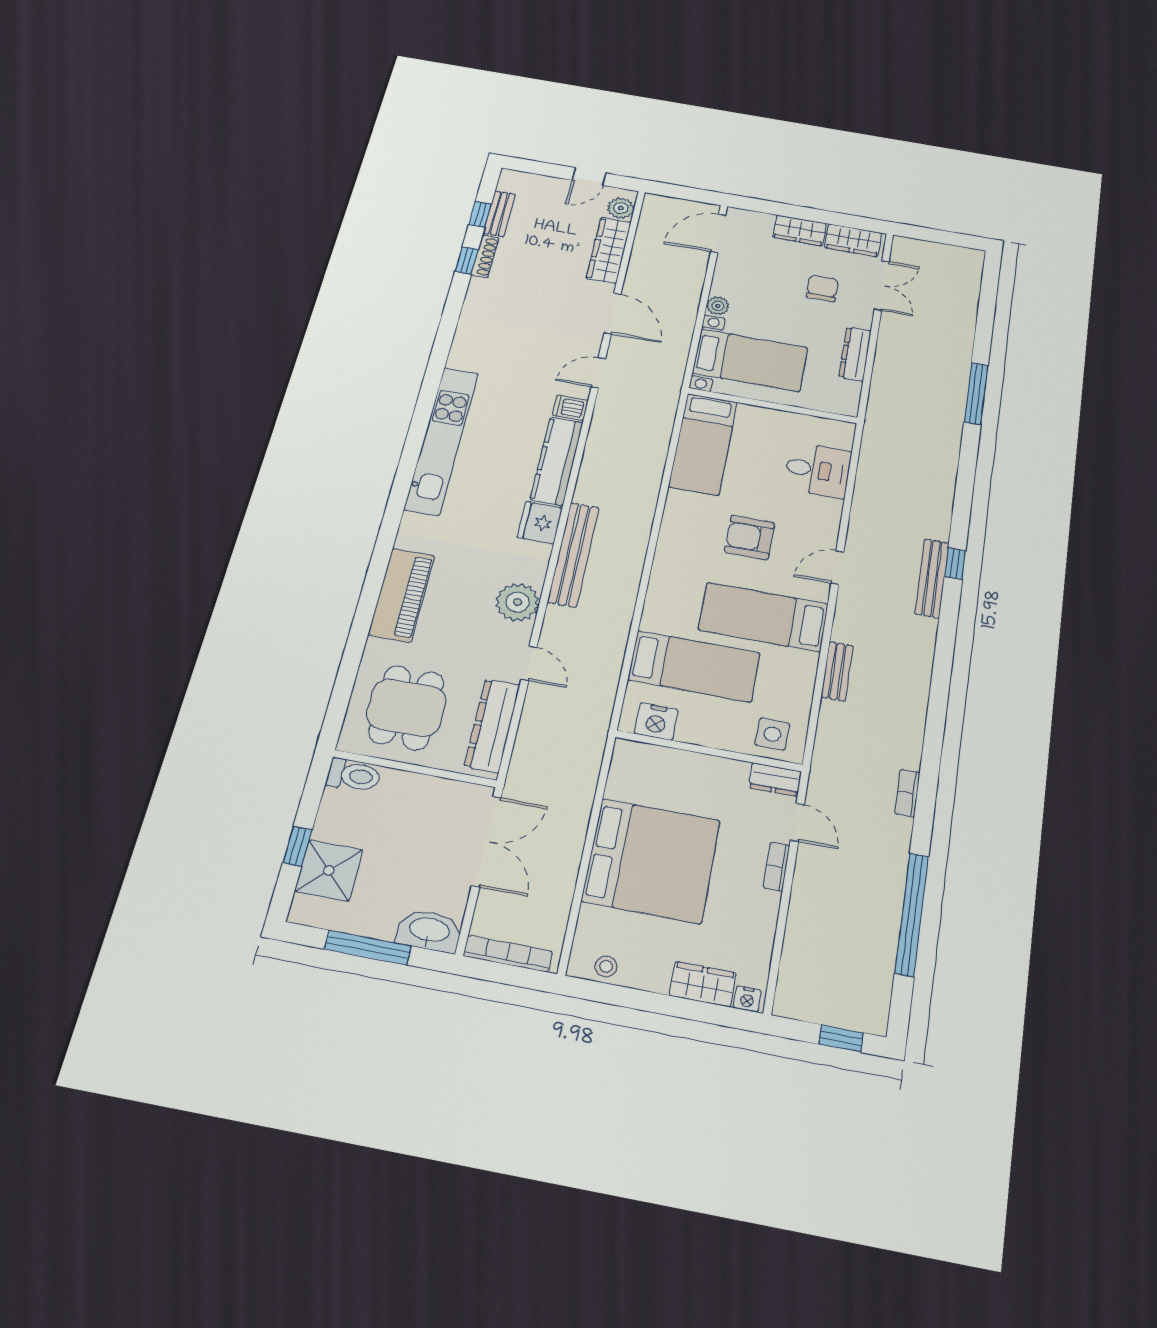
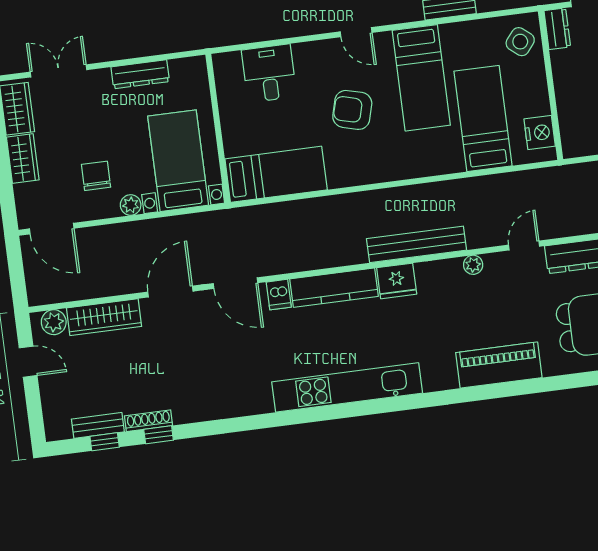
chair: (822, 288) -> (96, 176), moved, turned 90
door: (598, 373) -> (236, 283), width x1.38
armchair: (750, 537) -> (352, 110), turned 105
plant: (518, 602) -> (473, 265), width x0.53, depth x0.53
side table: (772, 734) -> (520, 42), turned 37

